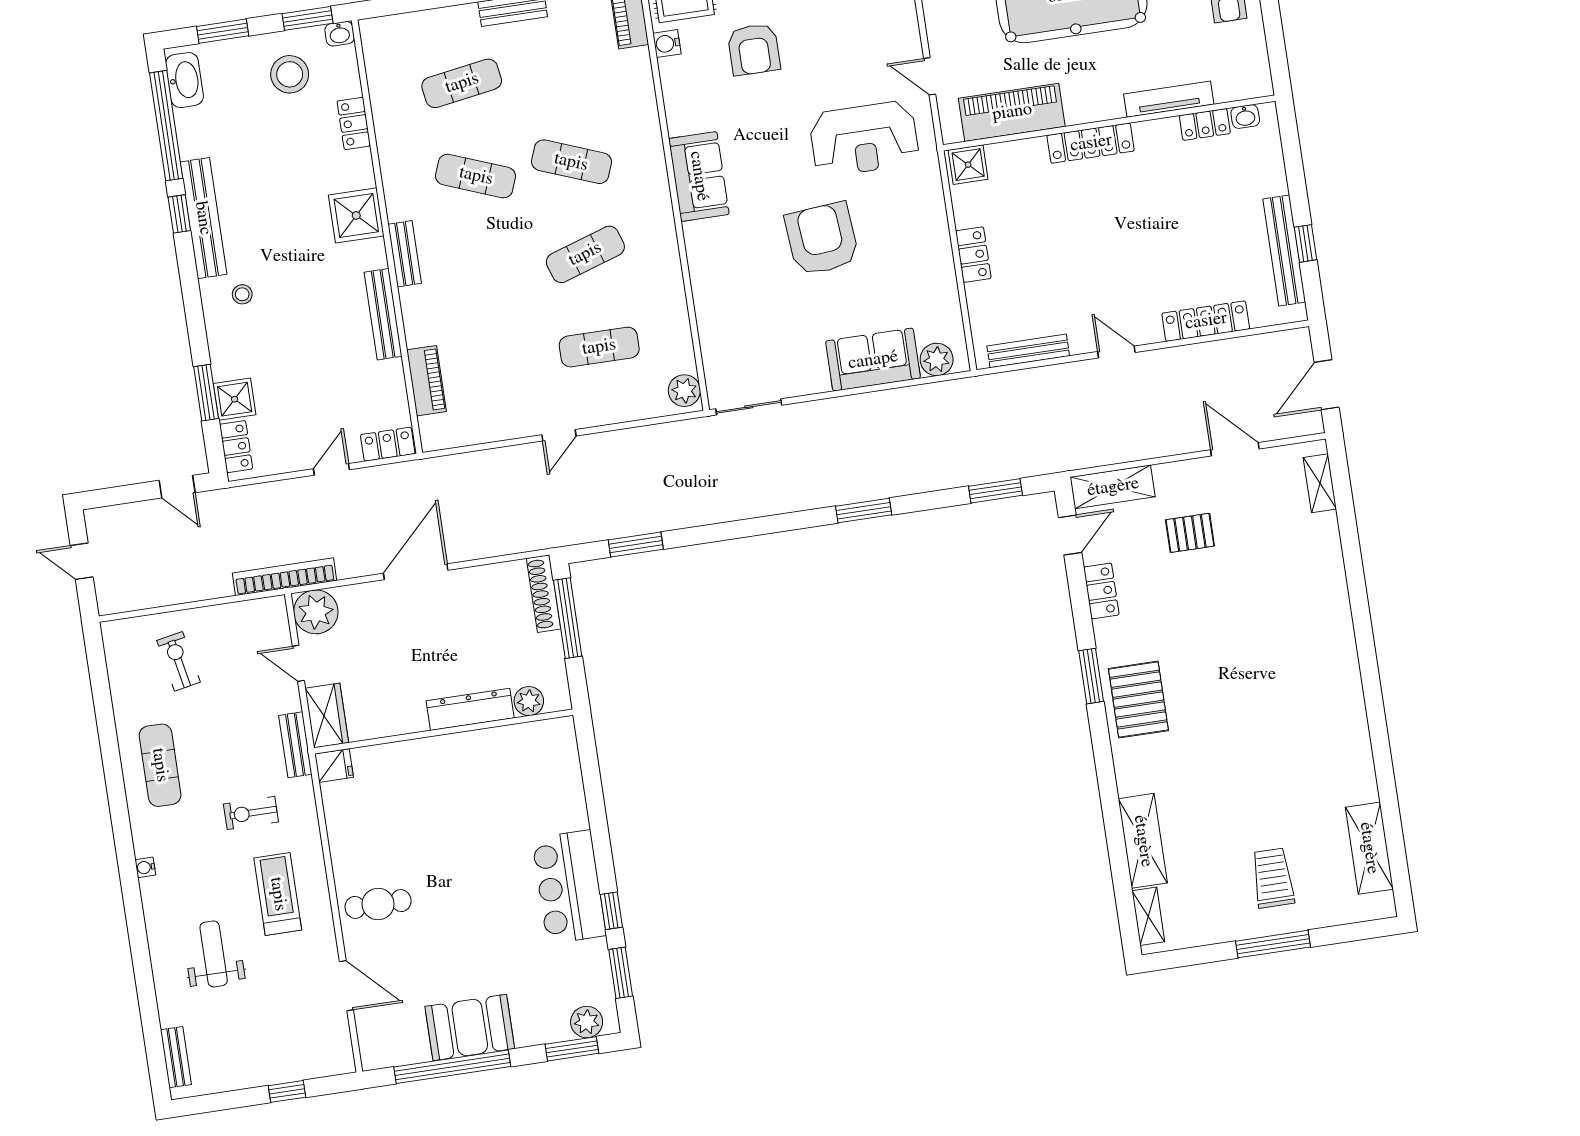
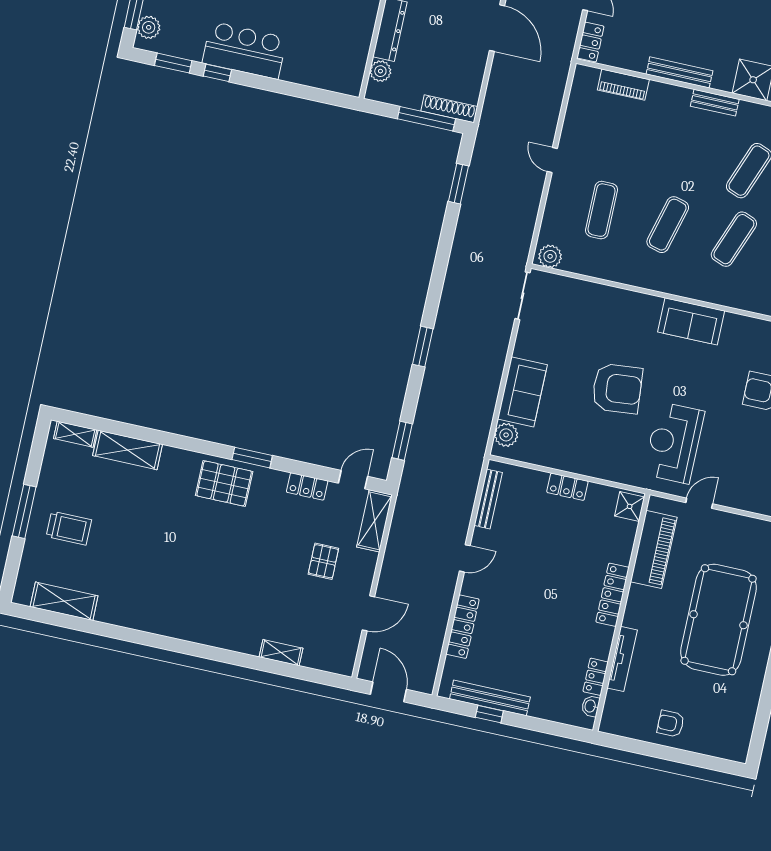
exercise mat: (585, 254) -> (668, 225), turned 33
shelving: (1320, 483) -> (281, 653), moved
door: (1070, 535) -> (353, 480), swing flipped

